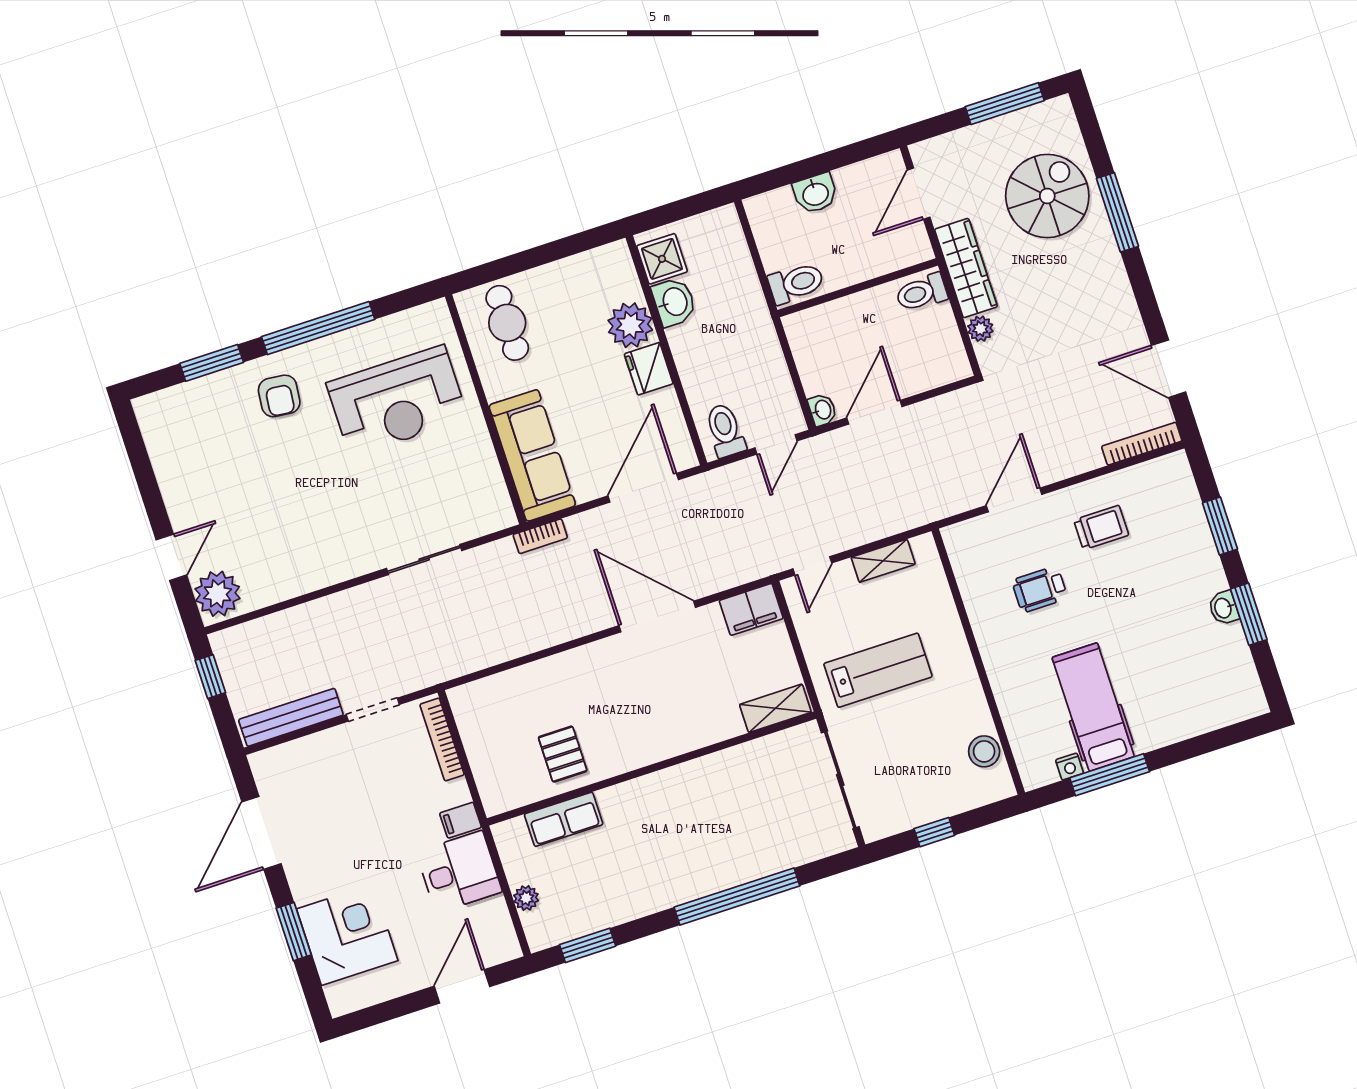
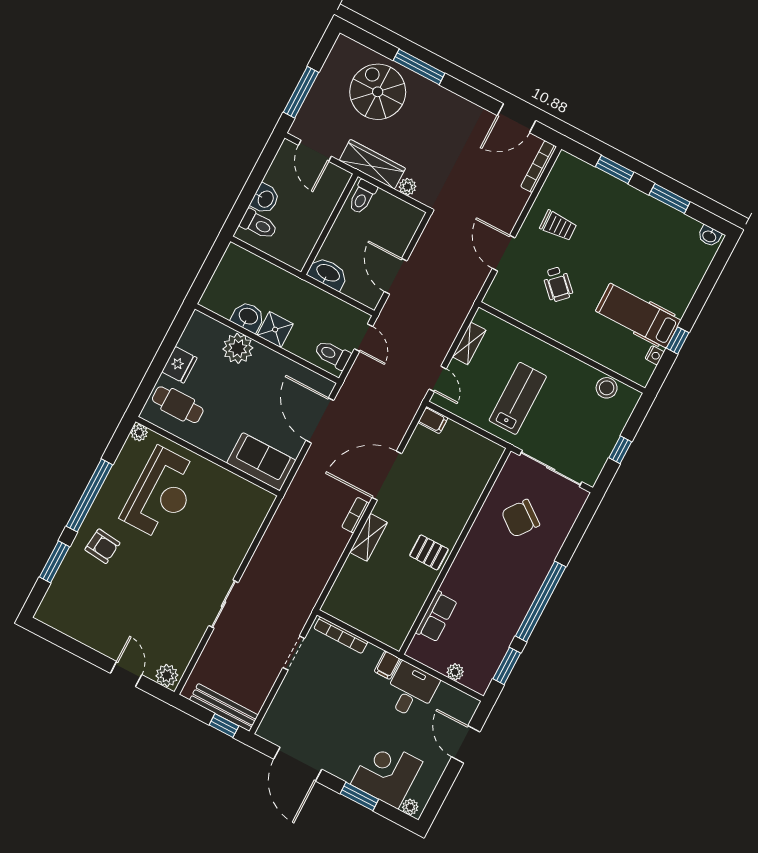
window: (1005, 104) -> (301, 92), moved
shower: (662, 259) -> (275, 330), moved
toilet: (796, 283) -> (259, 224), moved, turned 90
plant: (437, 313) -> (139, 433), added
fridge: (649, 369) -> (179, 365), moved, turned -90
washbasin: (822, 410) -> (328, 273), moved, width x1.91, depth x1.45
sofa: (532, 455) -> (261, 462), width x0.73
trolley: (1101, 528) -> (558, 226), turned 88
bookcase: (540, 536) -> (355, 515), moved, turned 180
sliding door: (424, 559) -> (224, 604), moved
wheelchair: (1040, 589) -> (558, 284), turned -45
plant: (218, 594) -> (167, 675), width x0.73, depth x0.73
washbasin: (1224, 608) -> (709, 236), moved
filing cabinet: (751, 609) -> (433, 420), width x0.50
window: (210, 677) -> (224, 725), moved
shelving: (775, 708) -> (369, 537), moved
bench: (291, 717) -> (224, 707), moved, turned 90
pallet: (563, 754) -> (429, 552), moved
window: (1110, 775) -> (678, 340), width x0.46
chair: (756, 801) -> (520, 518), added
window: (737, 897) -> (541, 601), moved
plant: (337, 996) -> (410, 807), added

